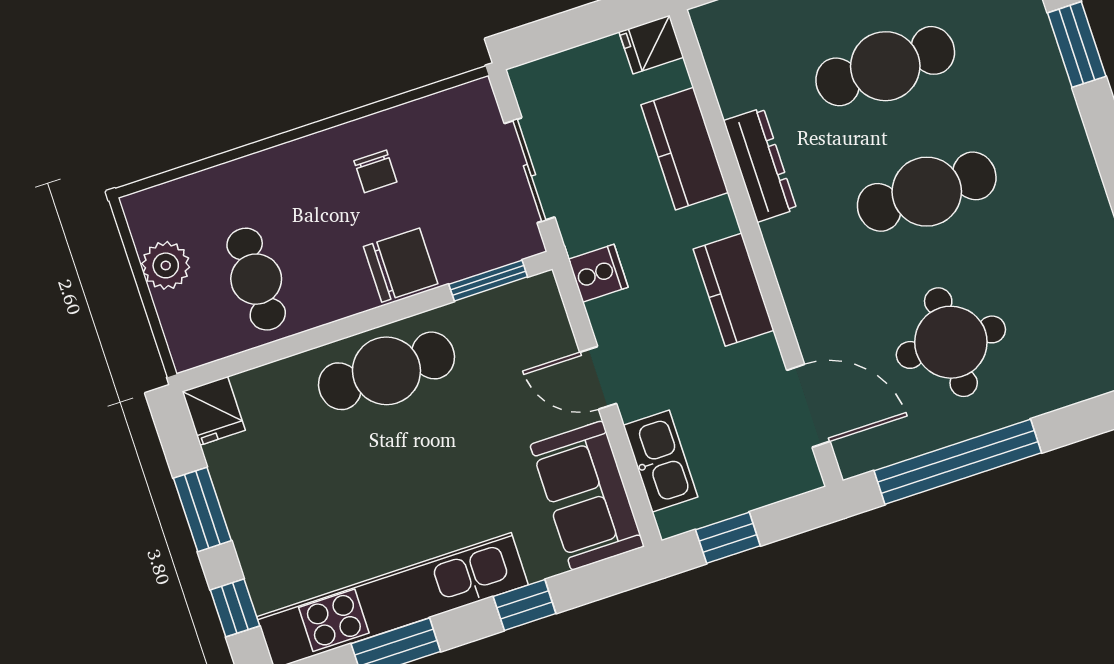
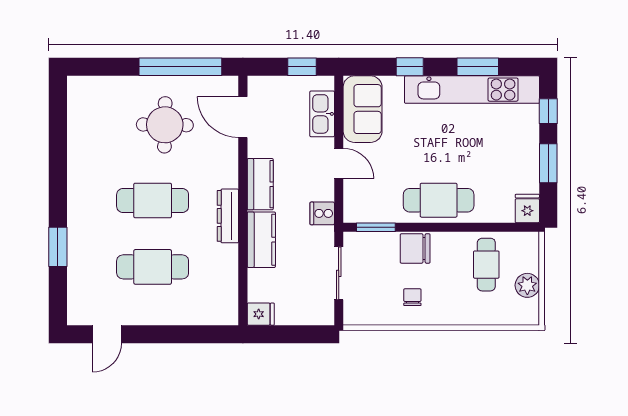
kitchen counter: (685, 149) -> (261, 240), moved
dresser: (760, 165) -> (228, 216), moved

